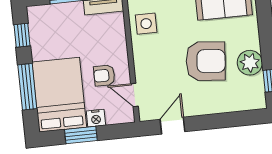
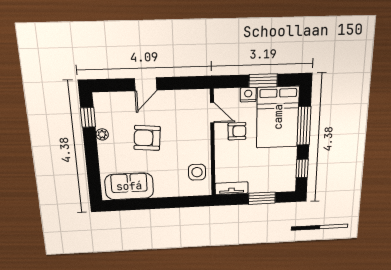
armchair: (206, 61) -> (147, 138), width x0.73, depth x0.73
plant: (250, 63) -> (102, 134), width x0.53, depth x0.53
door: (172, 126) -> (146, 84), moved

